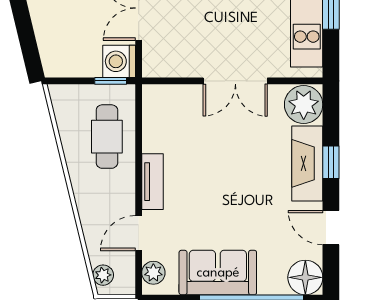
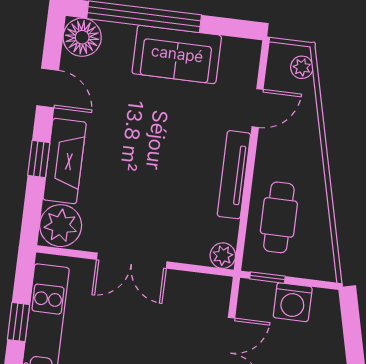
washing machine: (119, 61) -> (293, 302), moved, turned 90
double door: (235, 81) -> (132, 261), swing flipped
tv unit: (152, 182) -> (234, 175), width x1.41
plant: (153, 273) -> (223, 256), moved

